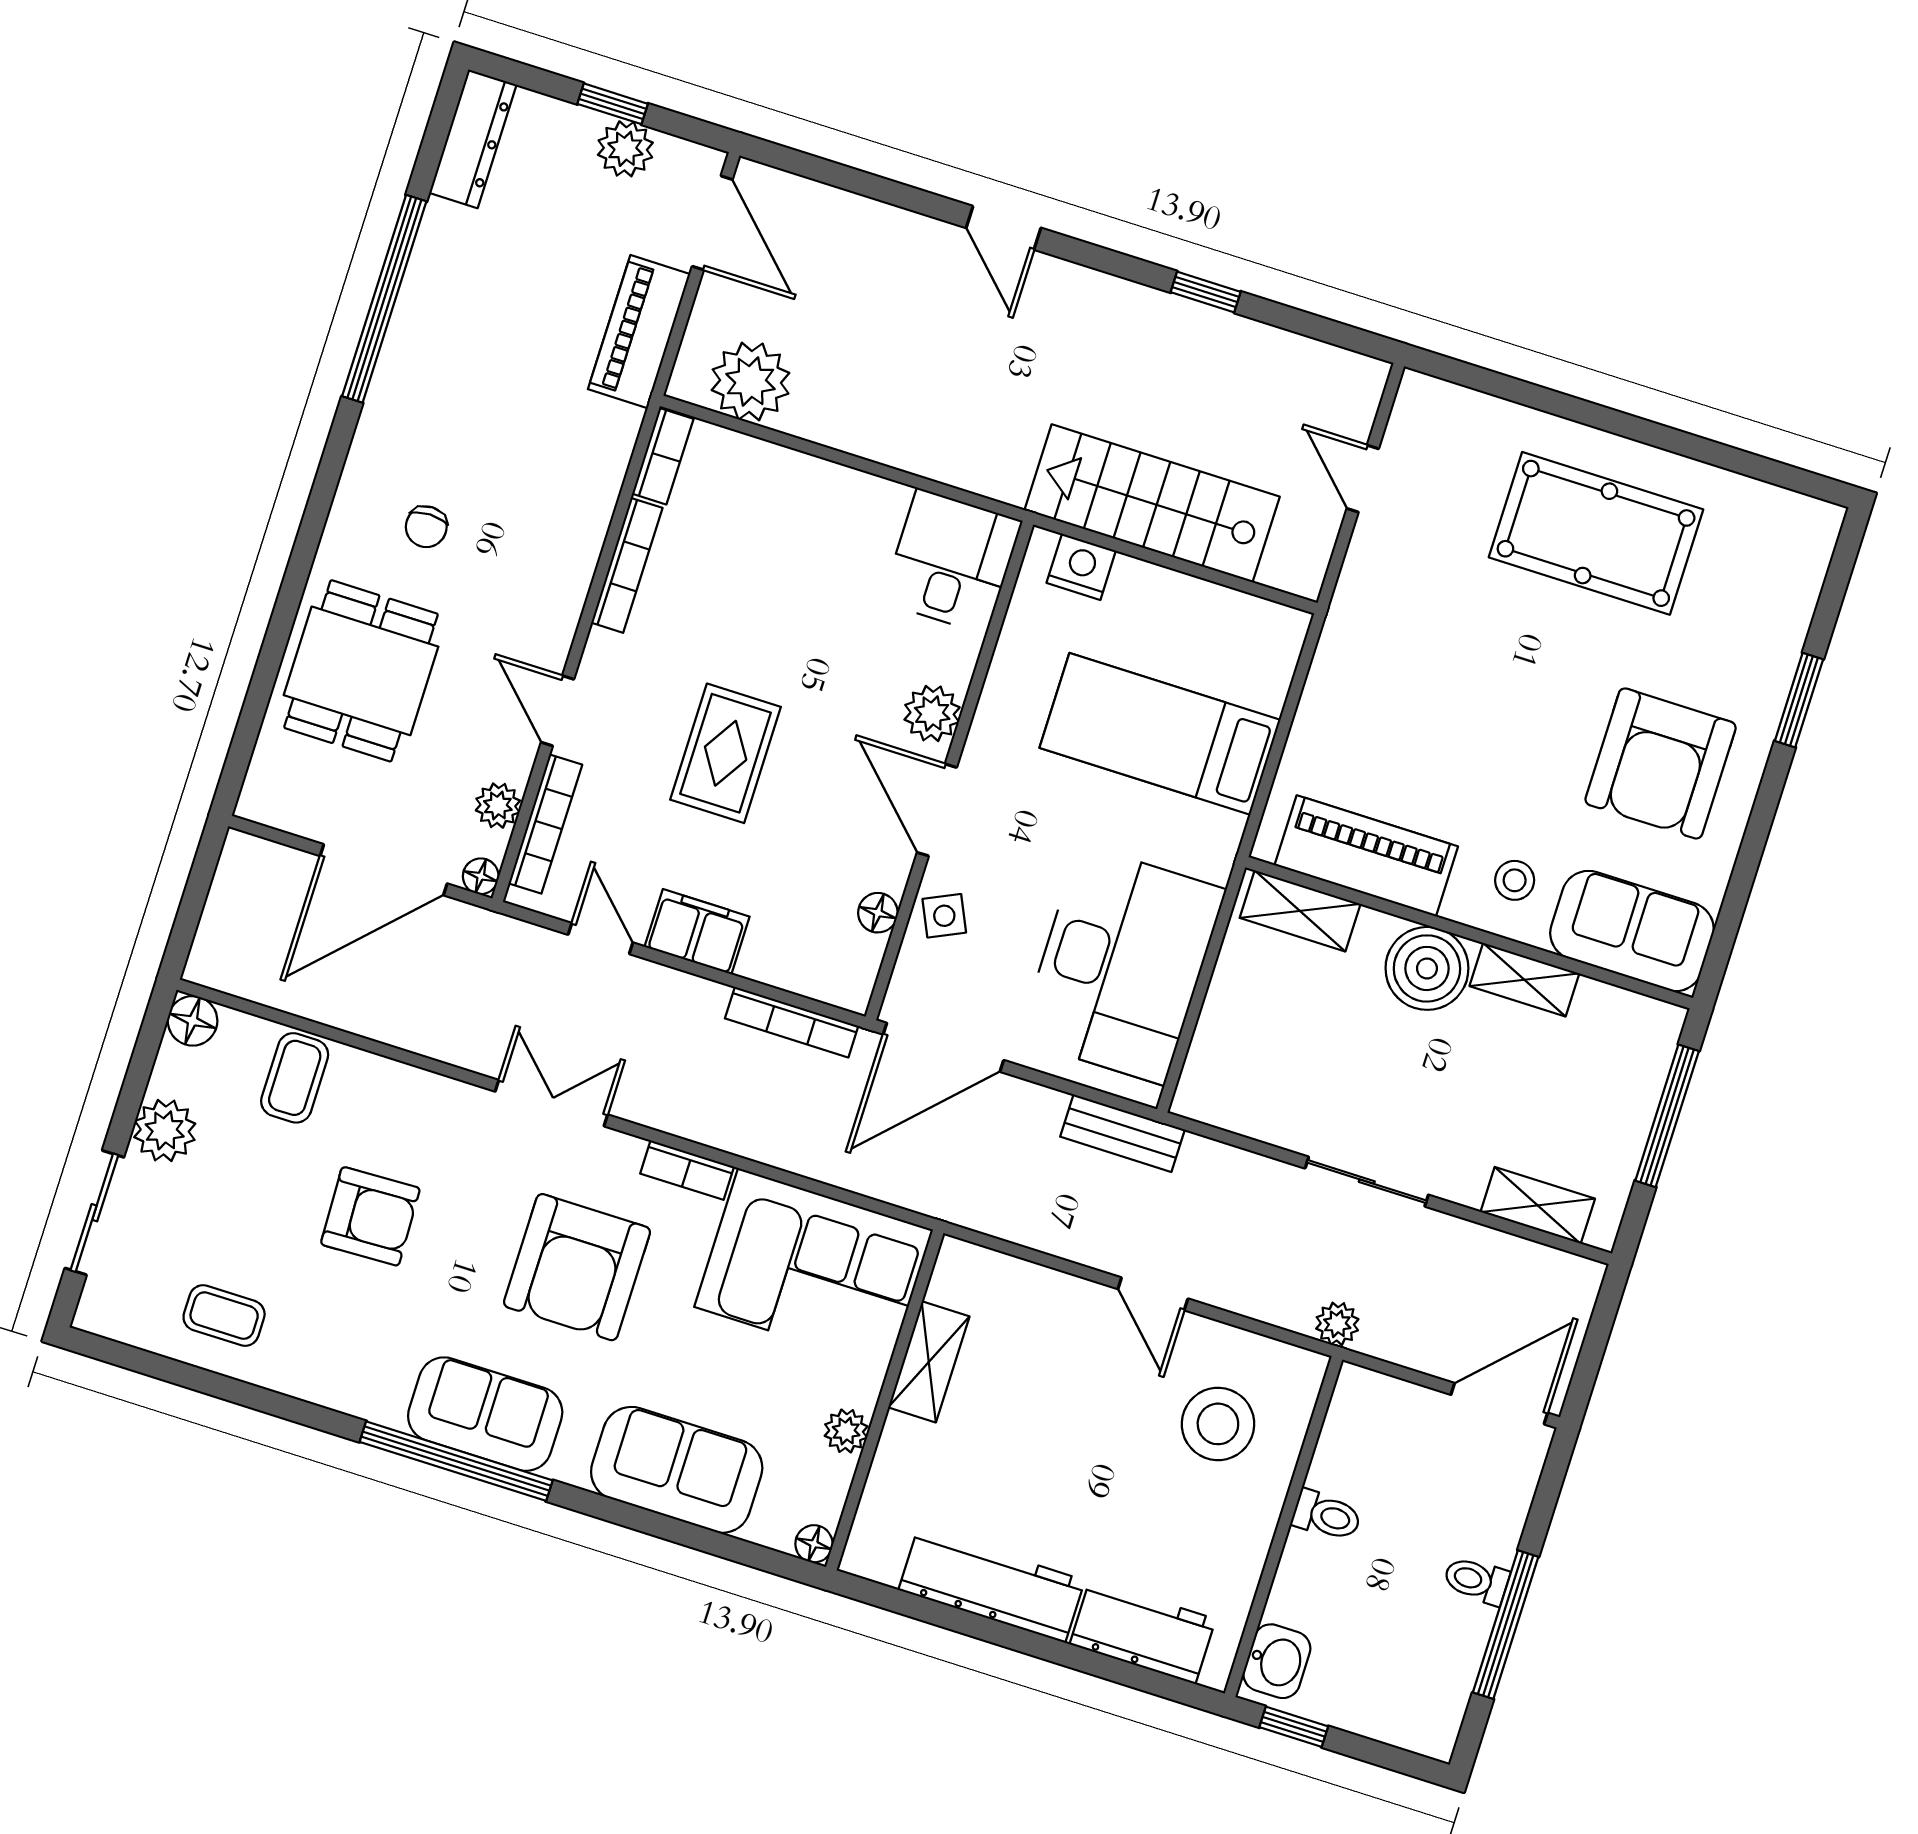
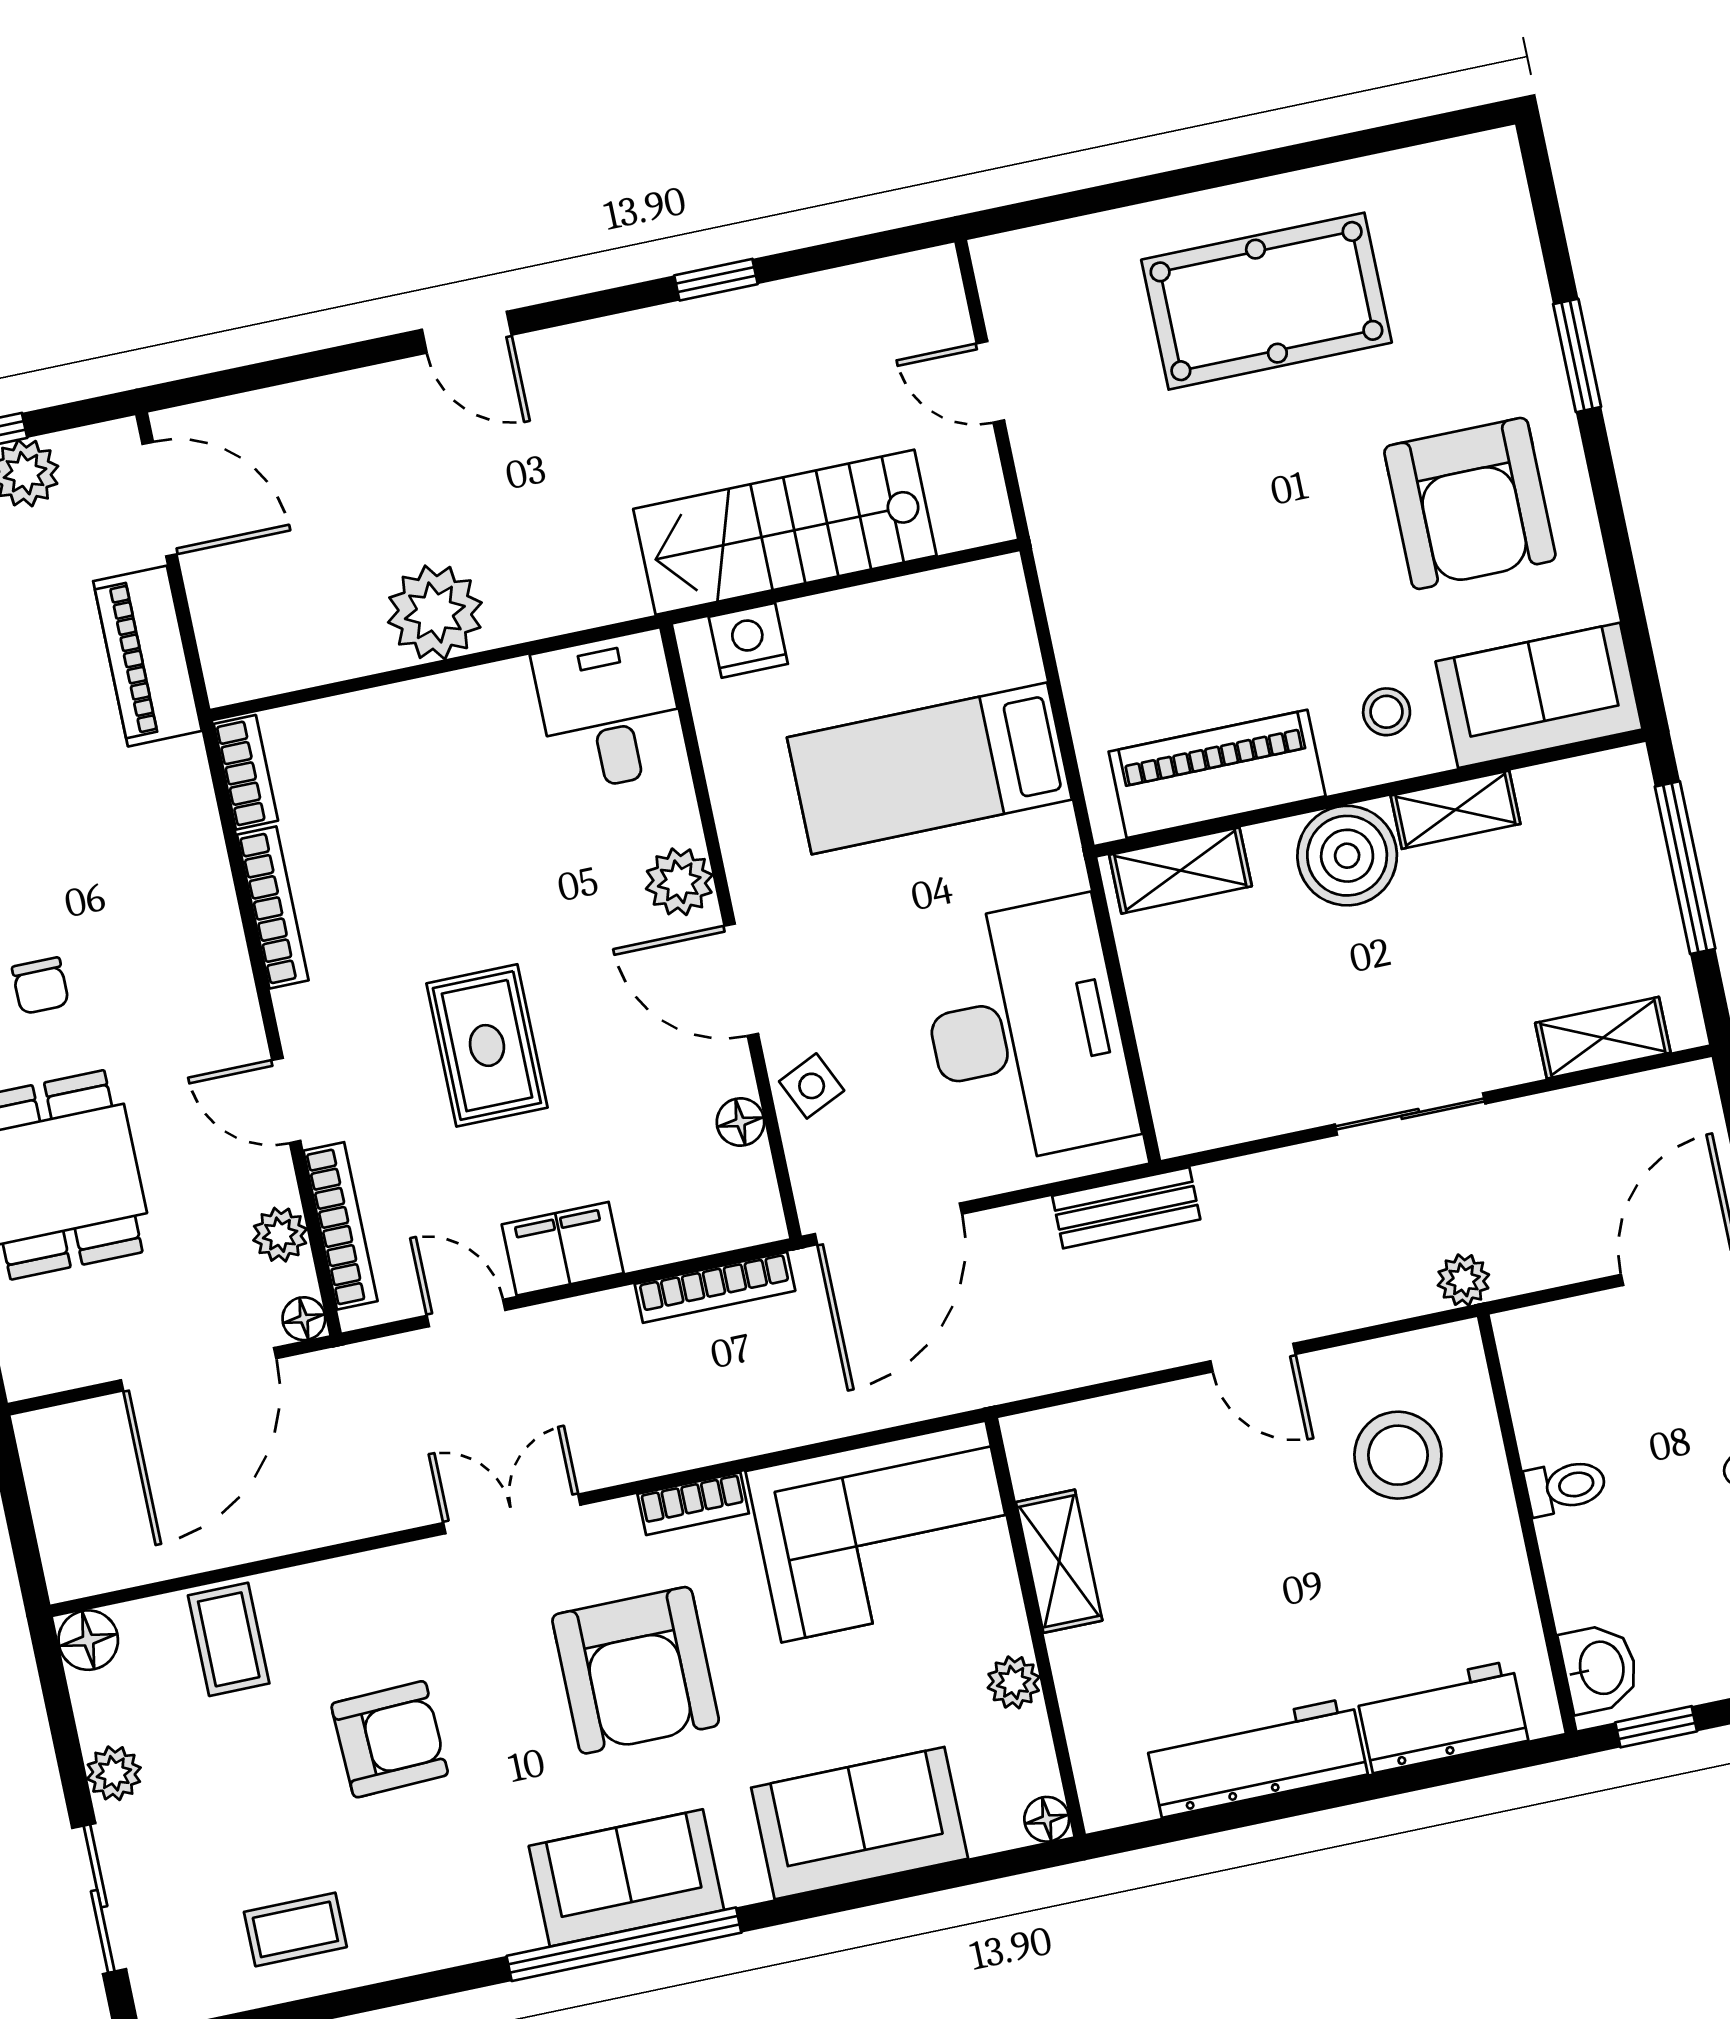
plant: (751, 382) -> (435, 612), moved
plant: (165, 1130) -> (114, 1773), width x0.73, depth x0.73

